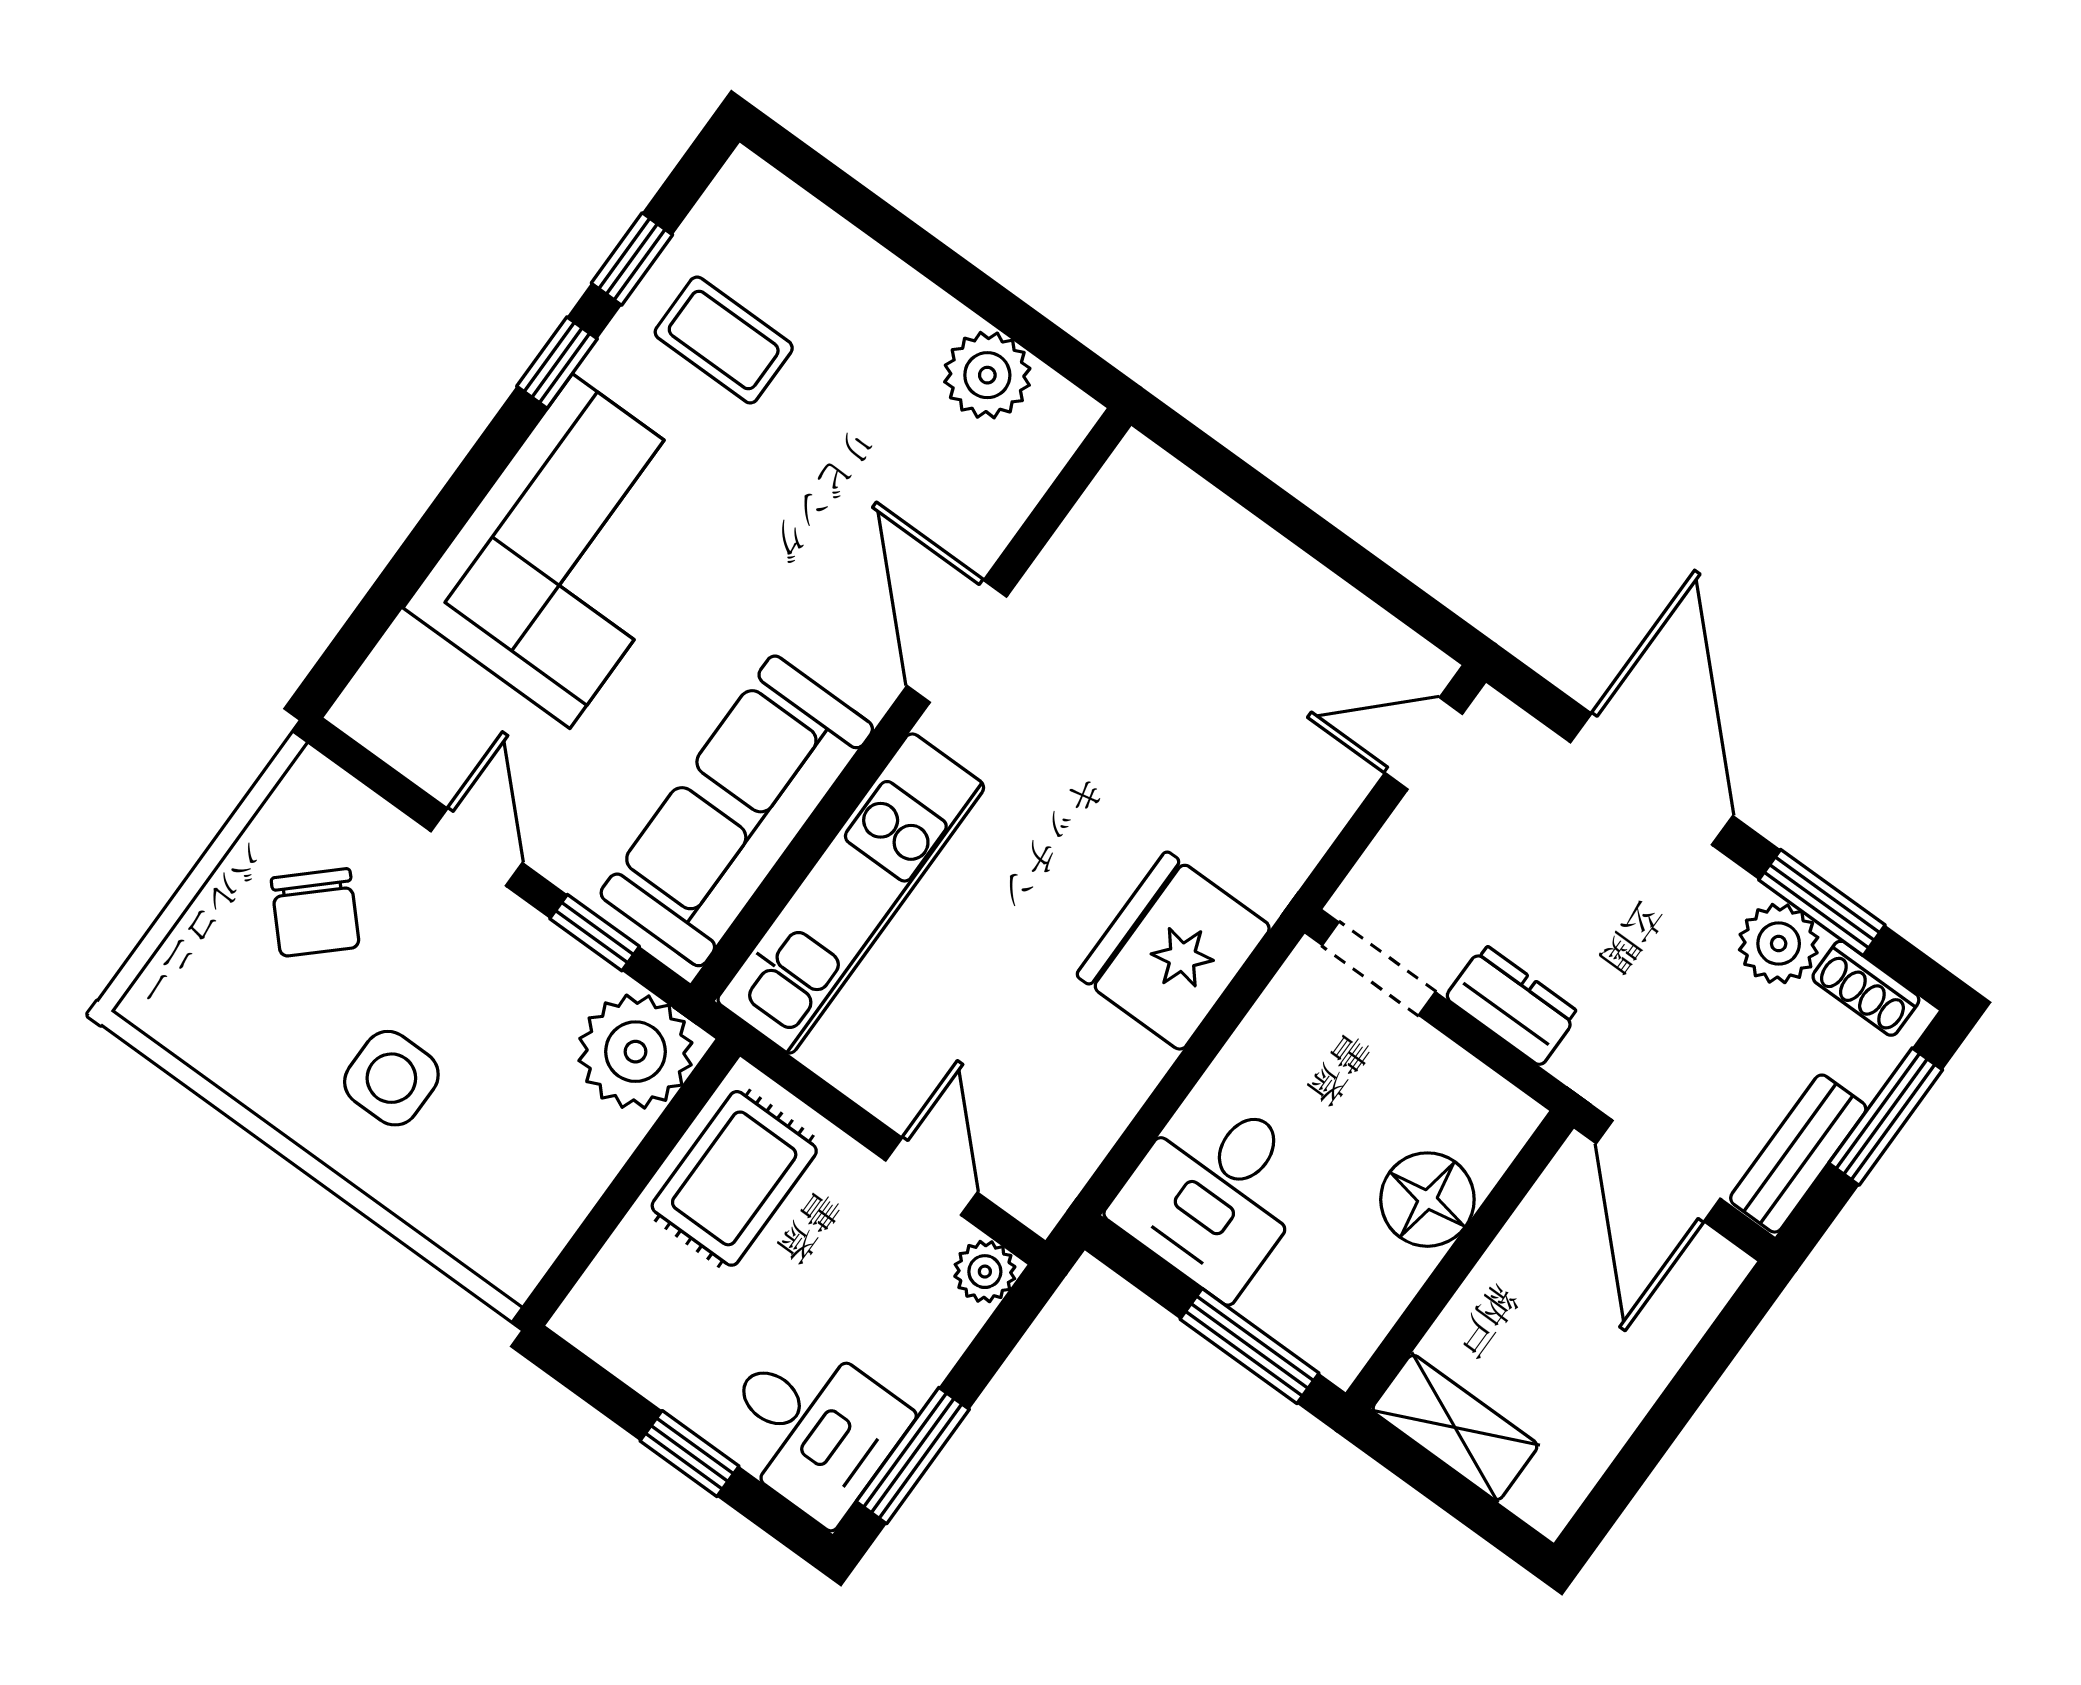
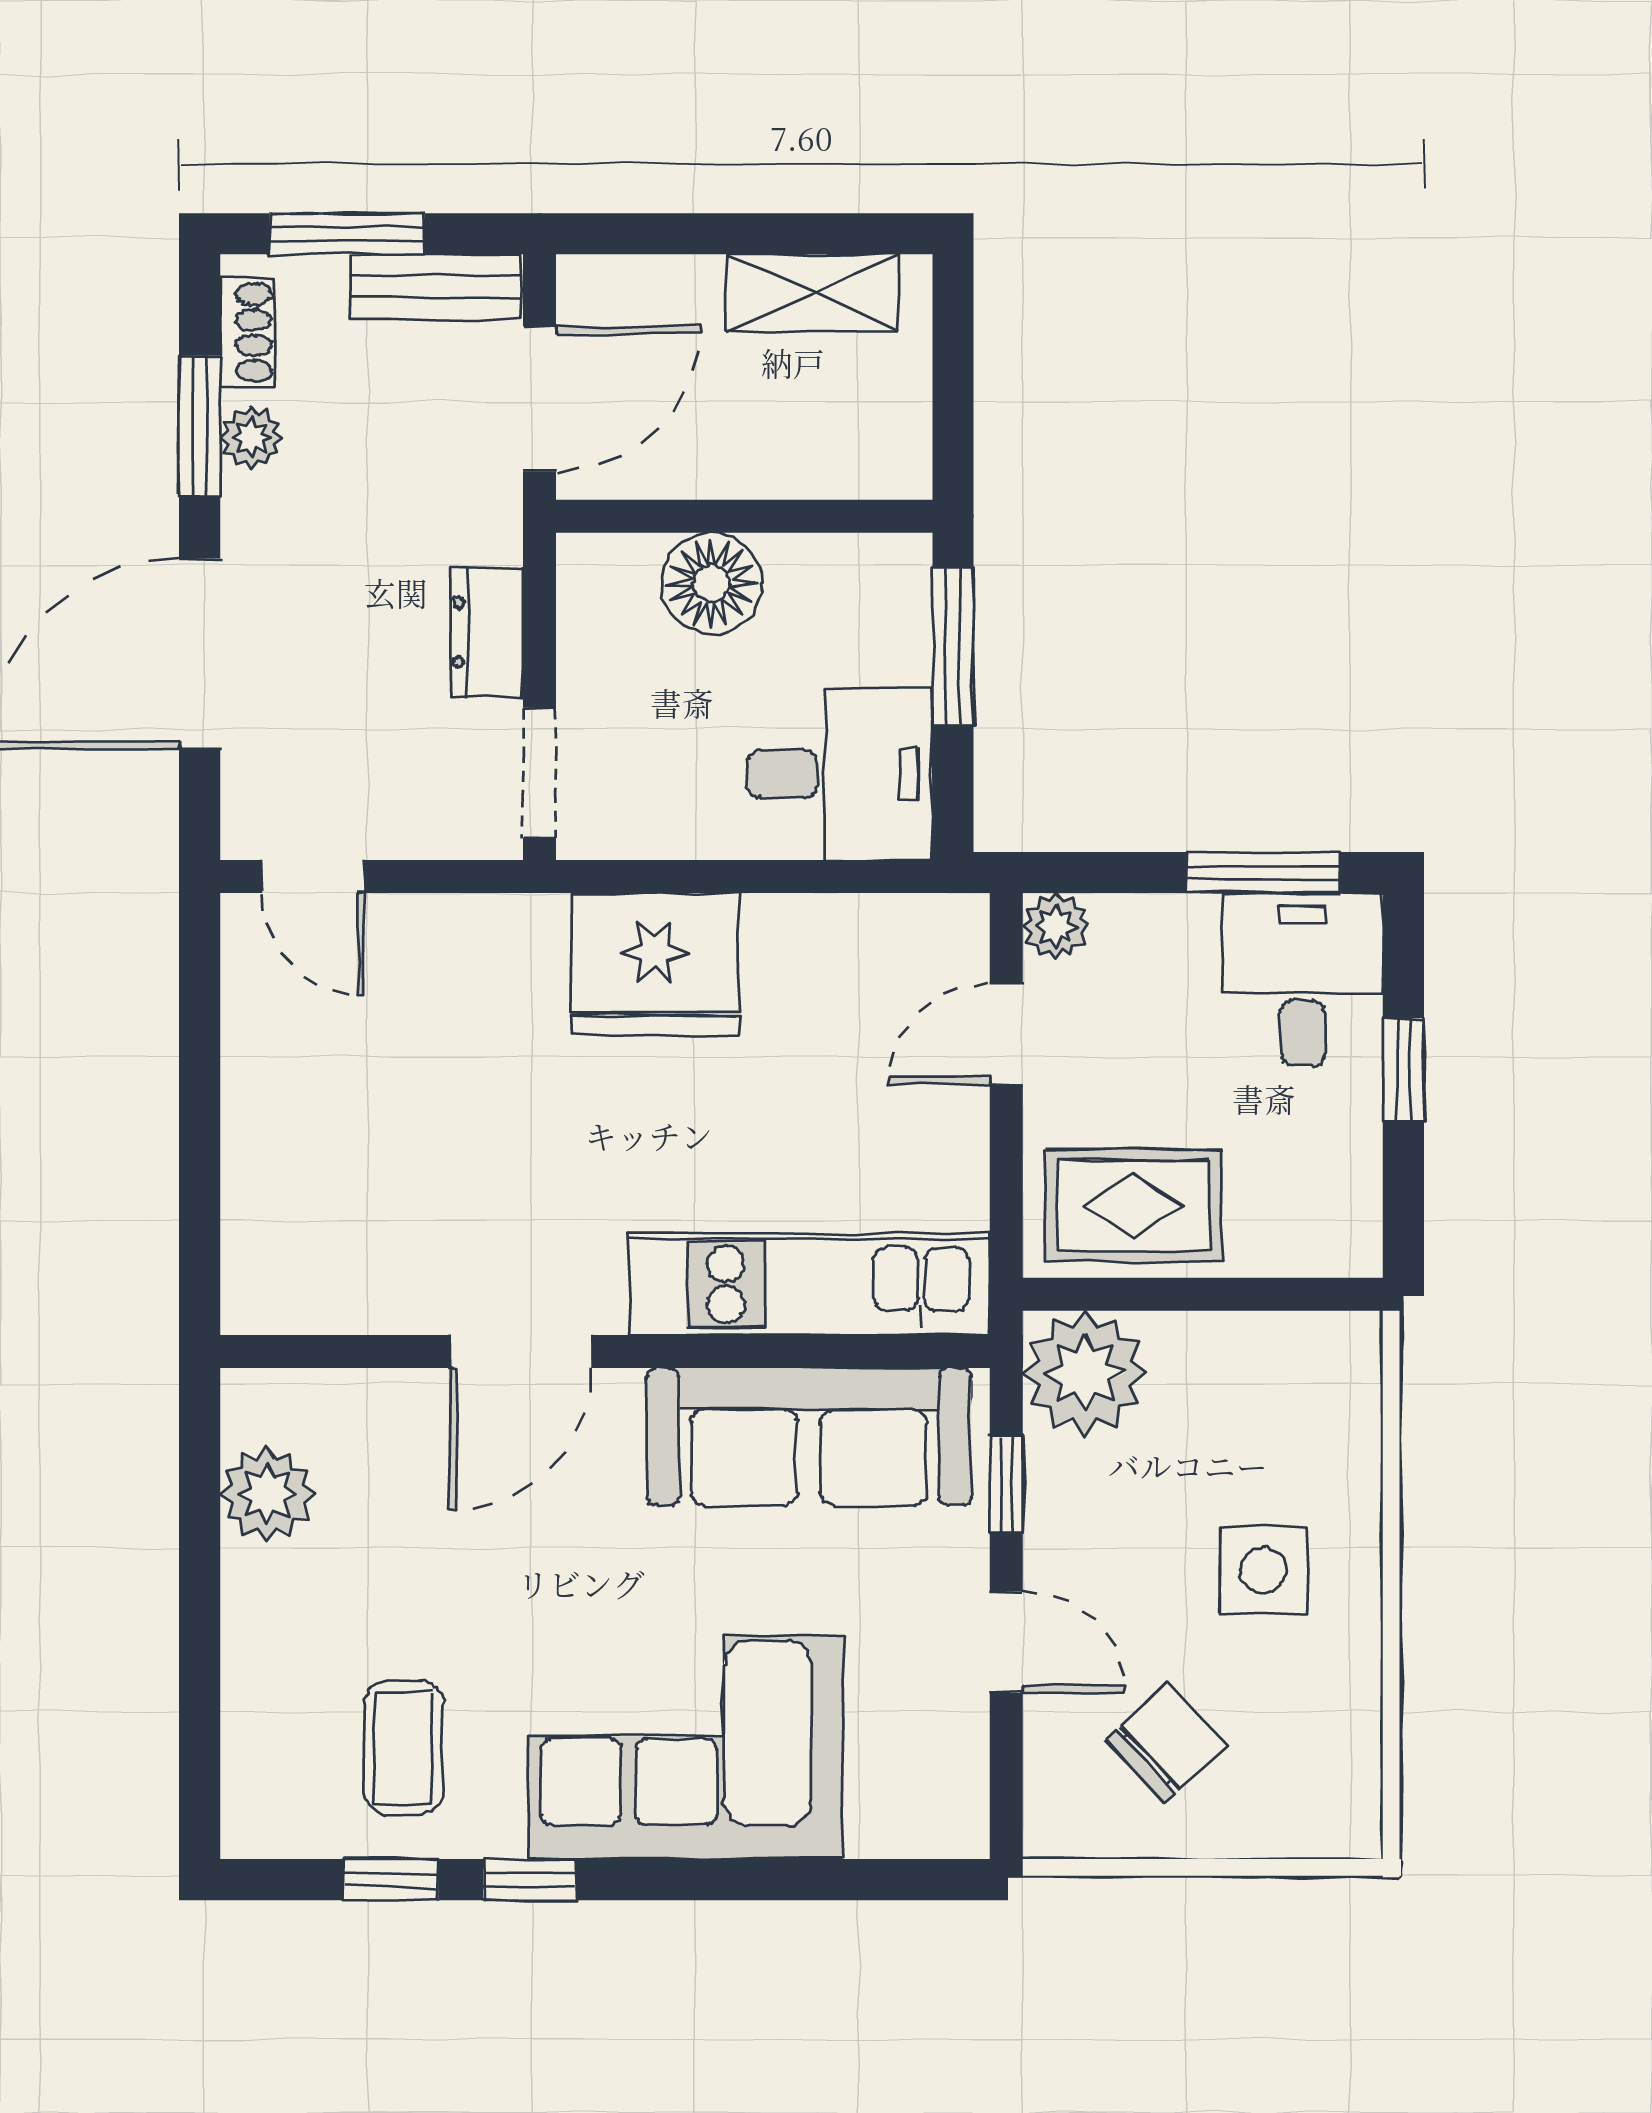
door: (477, 847) -> (1006, 1642), swing flipped
plant: (1779, 944) -> (251, 438), width x0.73, depth x0.73
shelving: (1455, 1428) -> (812, 293), moved, turned 90

